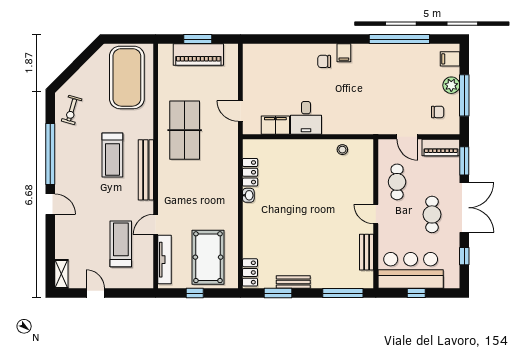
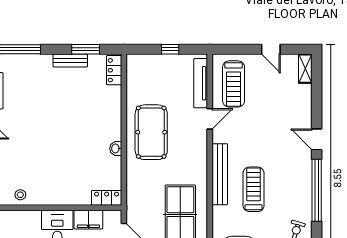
locker: (250, 172) -> (107, 198), moved, turned 90
treadmill: (121, 244) -> (234, 84), moved
pool table: (208, 257) -> (151, 132), moved

